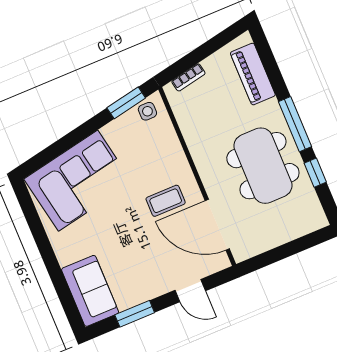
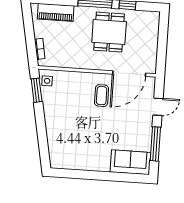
dining table: (263, 166) -> (109, 32), width x0.73
corner sofa: (78, 181) -> (66, 138), removed
window: (135, 314) -> (155, 144), width x1.44

